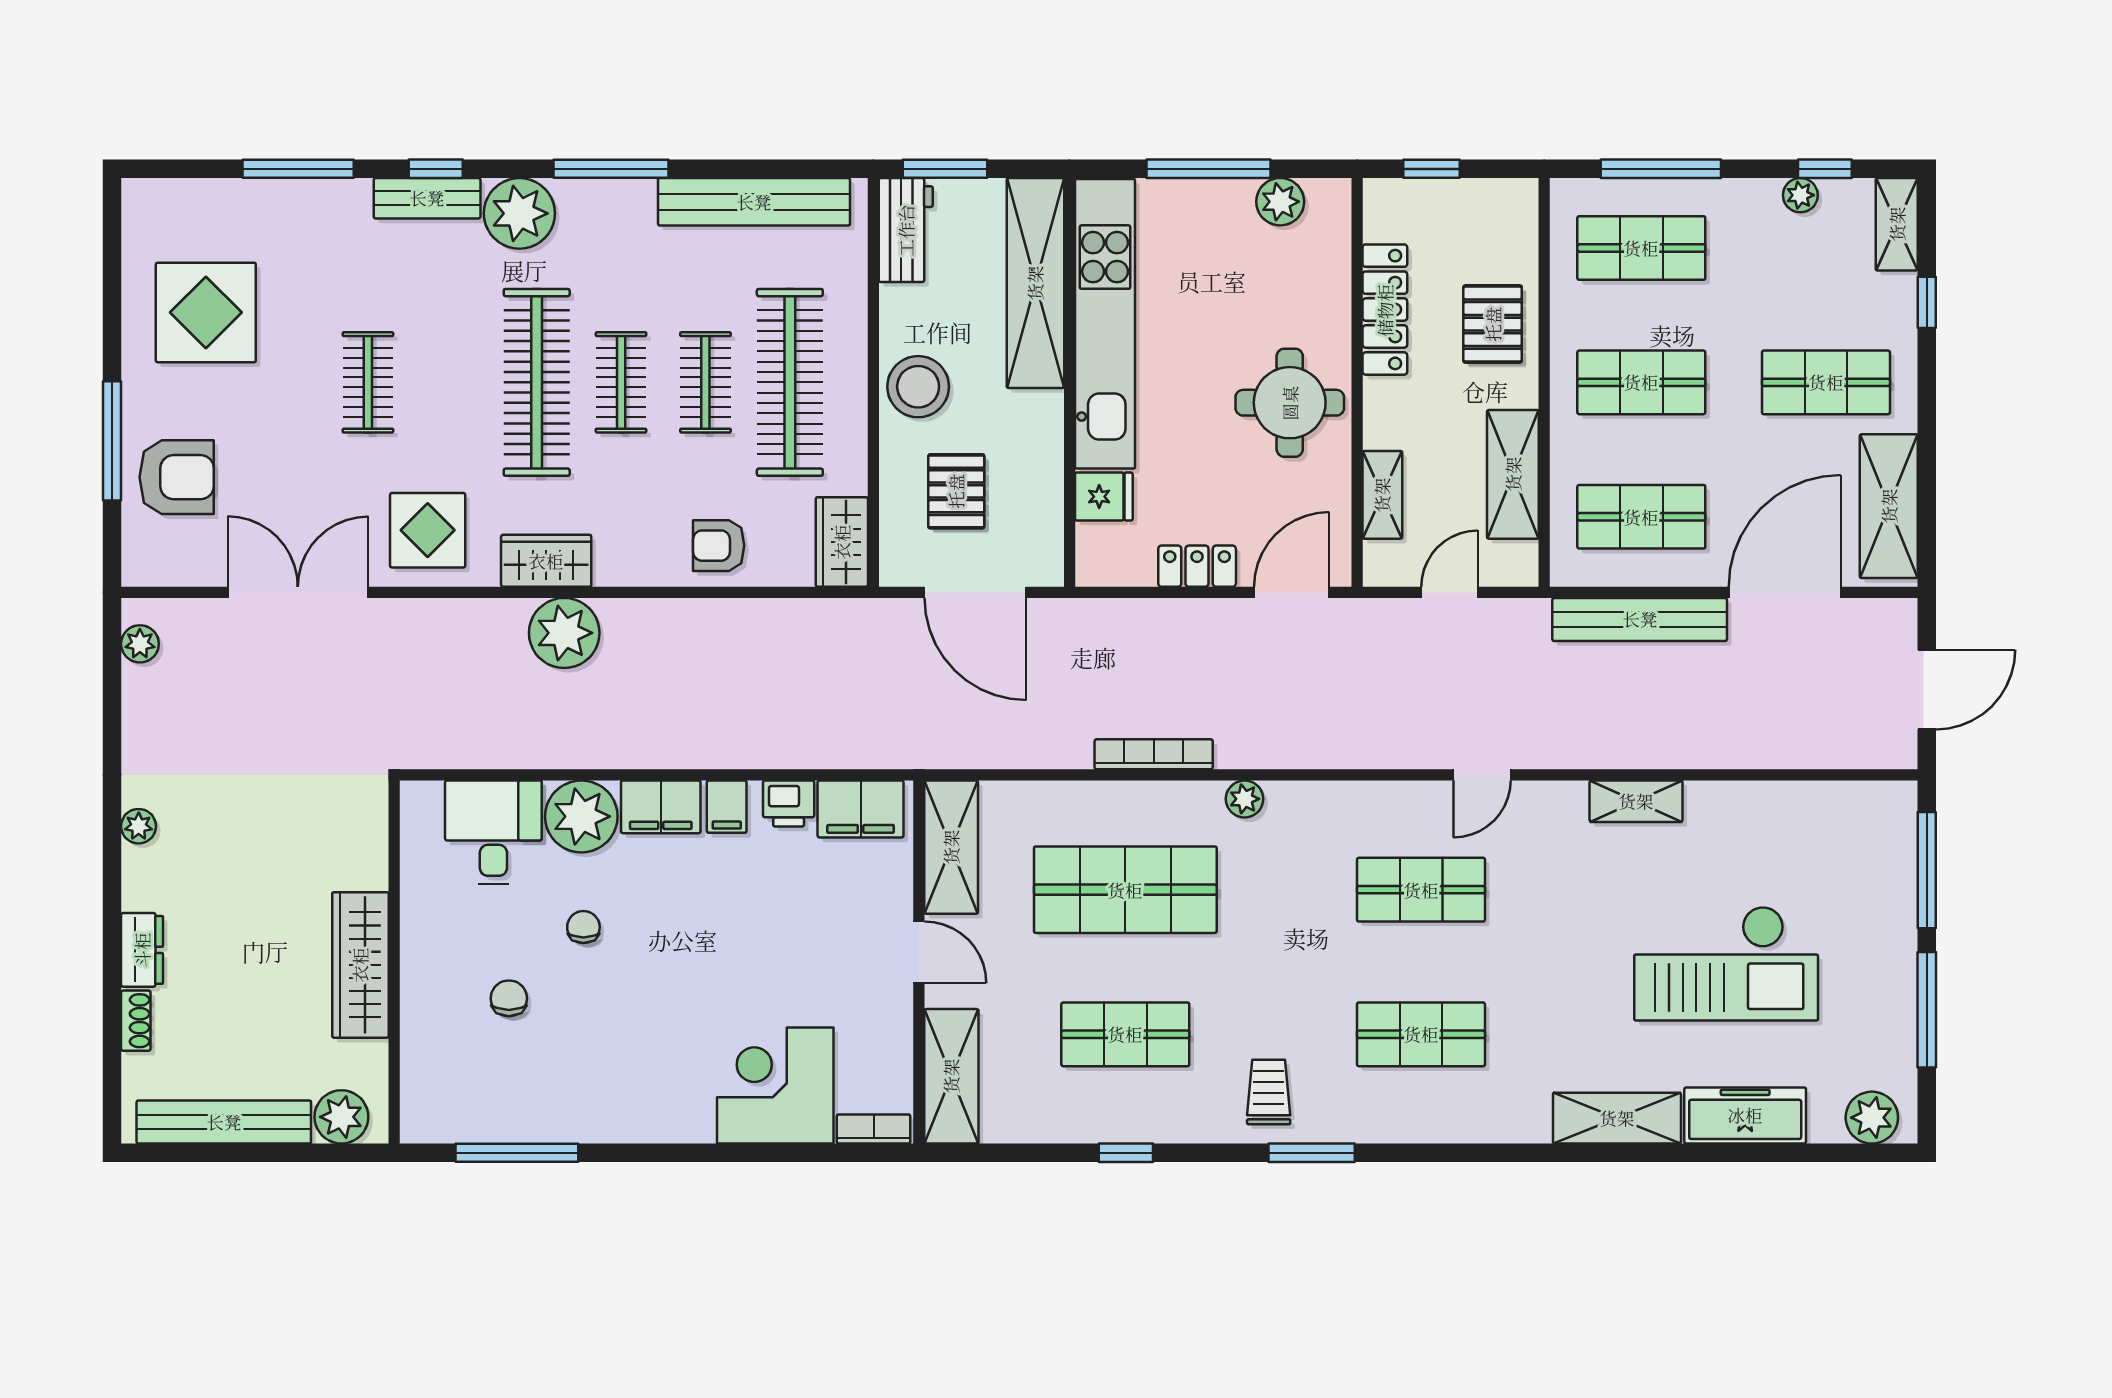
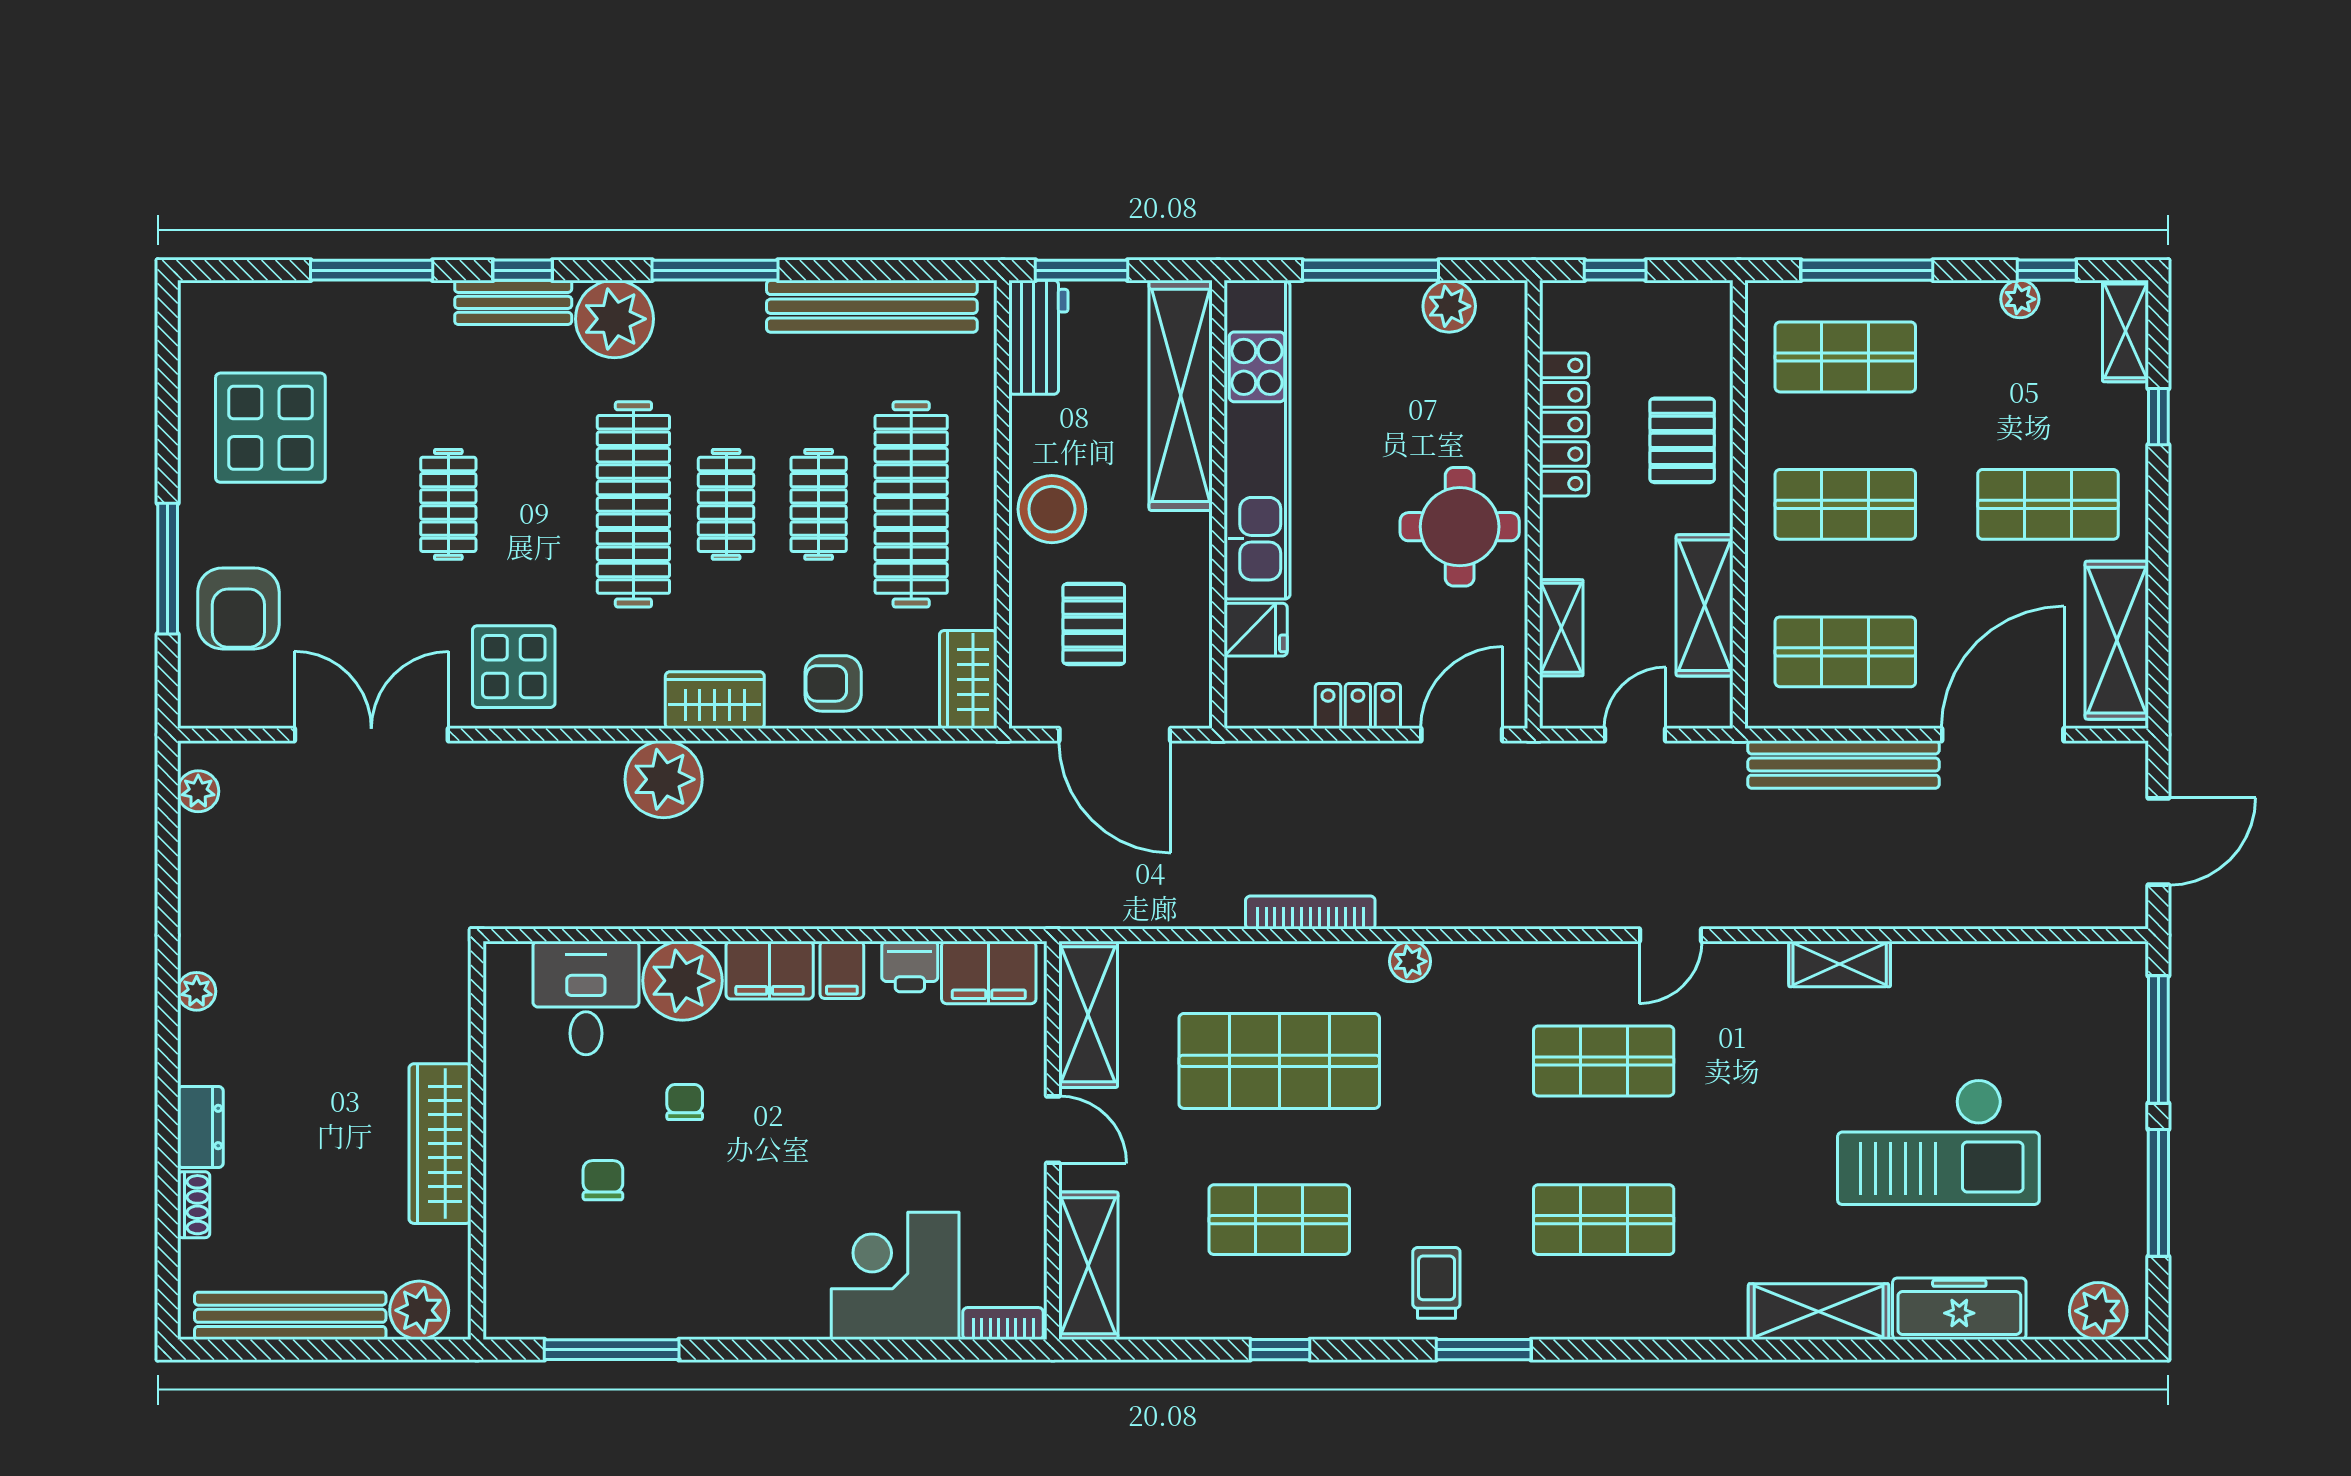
armchair: (177, 477) -> (238, 608), turned 90
wardrobe: (546, 561) -> (715, 700), moved

